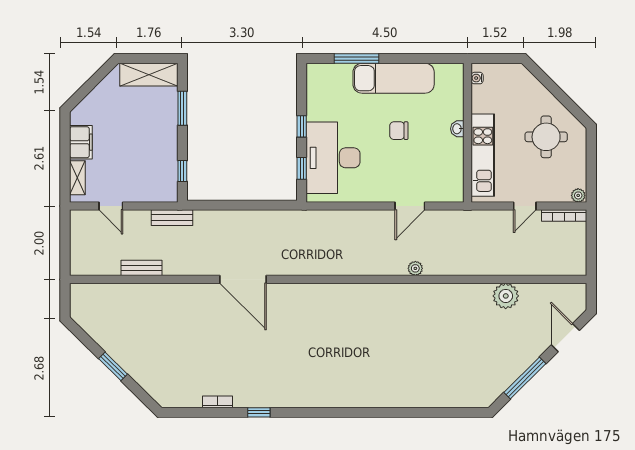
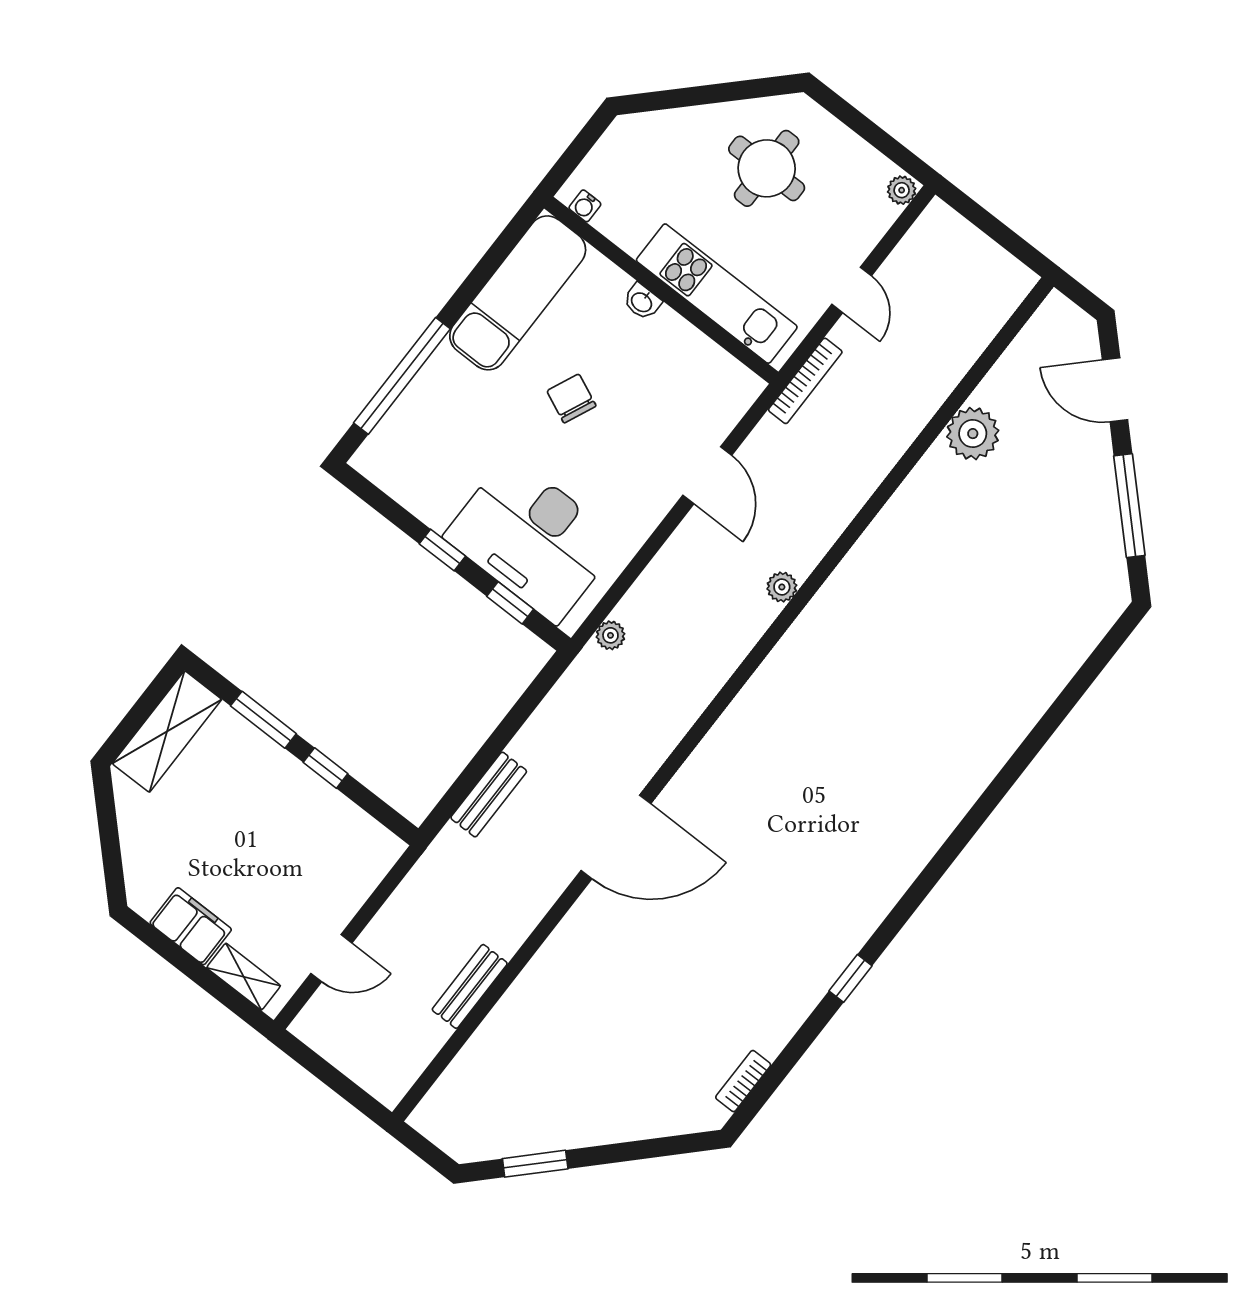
window: (357, 58) -> (402, 376), width x1.46
exam couch: (394, 78) -> (518, 293), moved
chair: (399, 131) -> (571, 398), turned 114
window: (182, 171) -> (325, 768), moved
bookcase: (564, 216) -> (805, 381), moved
plant: (319, 217) -> (610, 635), added
bench: (172, 218) -> (489, 795), moved
plant: (415, 268) -> (782, 587), moved
window: (113, 366) -> (535, 1164), moved
bookcase: (217, 402) -> (743, 1081), moved

